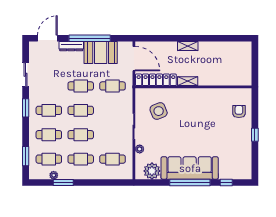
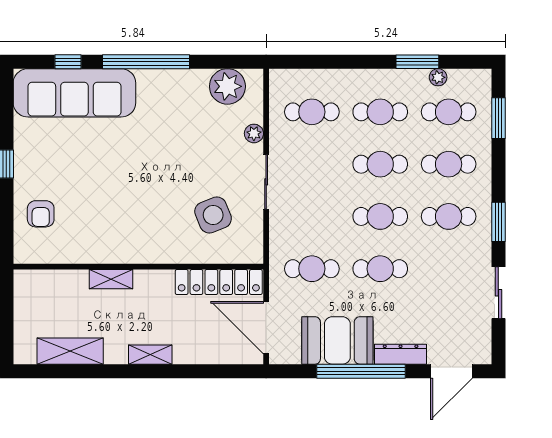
shelving: (225, 48) -> (70, 351), added
shelving: (188, 81) -> (111, 279), moved
sofa: (190, 168) -> (74, 93), moved

